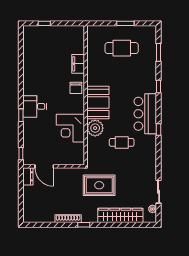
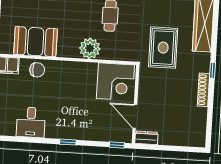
booth: (98, 103) -> (36, 42), moved
desk: (35, 106) -> (31, 122), moved
corner desk: (70, 128) -> (115, 82), moved
door: (44, 166) -> (135, 116), swing flipped

